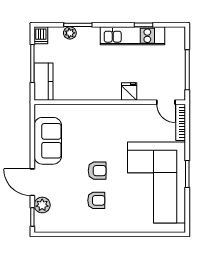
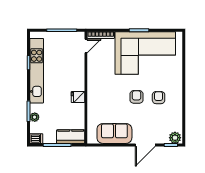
kitchen unit: (133, 36) -> (37, 71), width x1.36
fridge: (129, 92) -> (78, 97), moved
plant: (42, 205) -> (175, 138), moved

